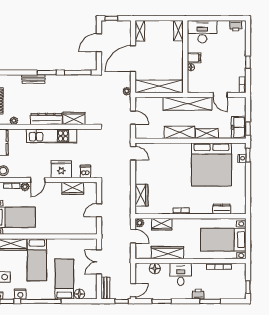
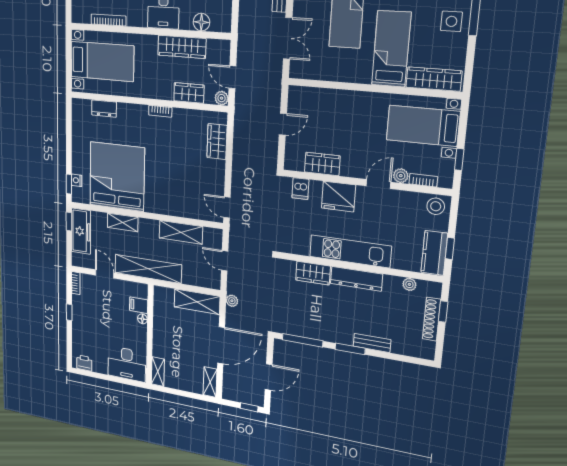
filing cabinet: (194, 58) -> (139, 305), moved
shelving: (159, 86) -> (197, 302), width x0.68
freezer: (239, 127) -> (81, 231), width x1.40
shelving: (179, 132) -> (181, 232), moved

